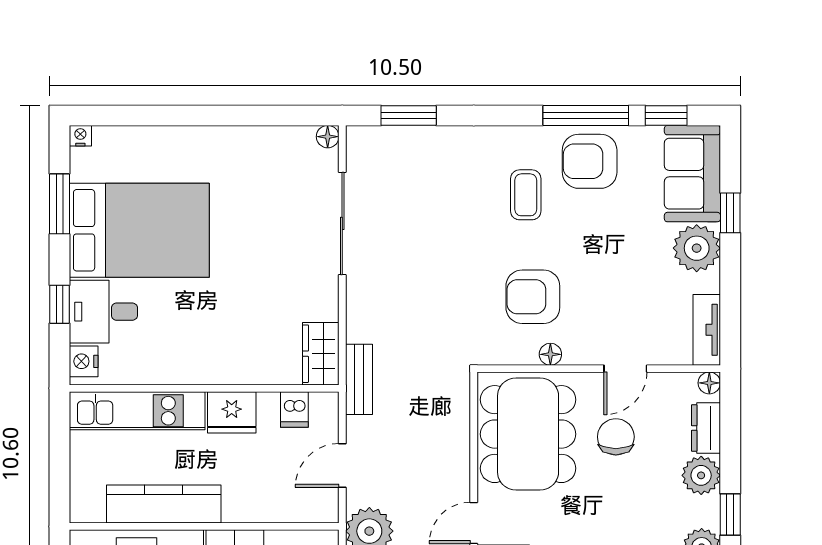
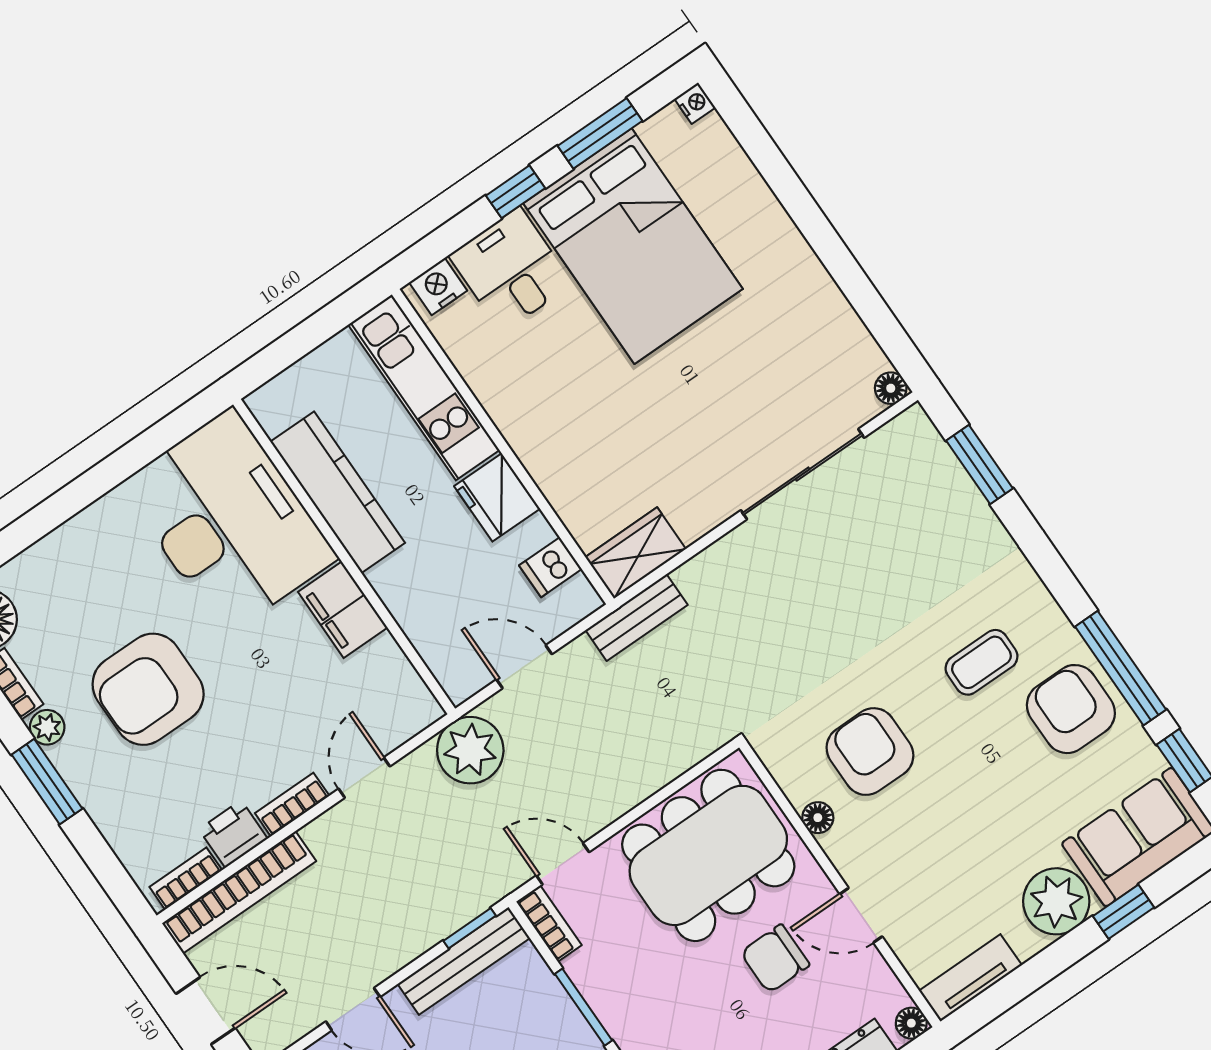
window: (60, 304) -> (515, 192), moved
chair: (616, 437) -> (775, 959), turned 180

